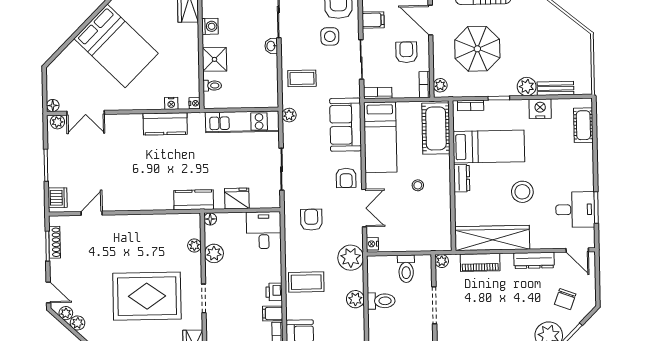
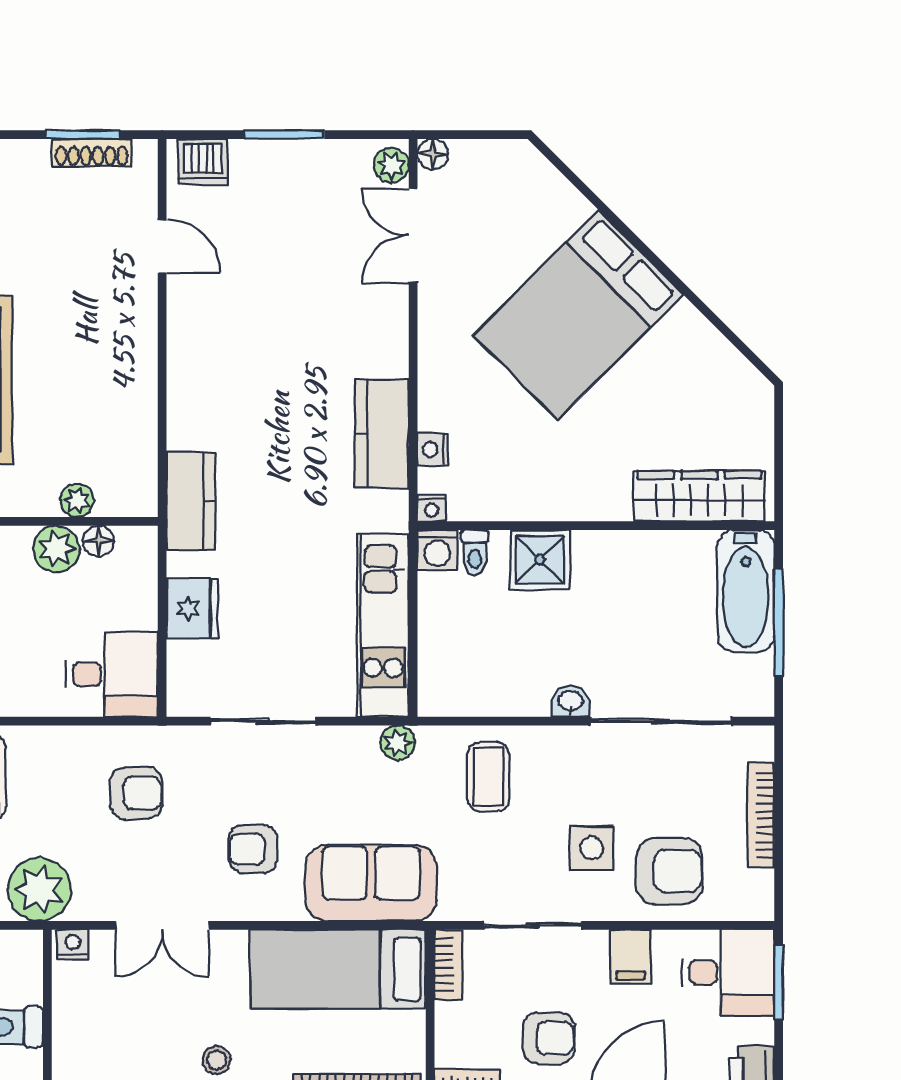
washing machine: (210, 26) -> (437, 550), moved
armchair: (346, 178) -> (253, 849), moved
floor lamp: (210, 219) -> (99, 541), moved

